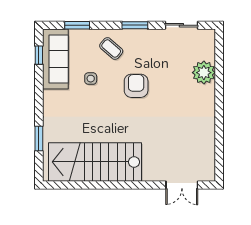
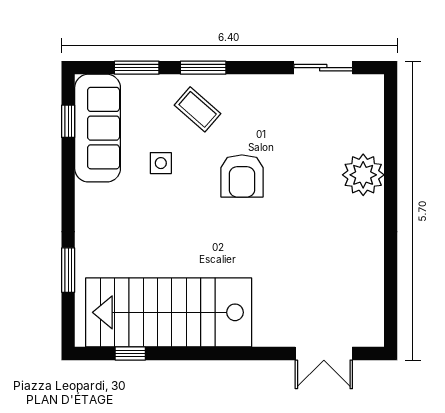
window: (135, 25) -> (203, 68), moved
plant: (204, 73) -> (363, 175), moved
armchair: (136, 86) -> (242, 176), turned 180
window: (74, 185) -> (130, 353), added

